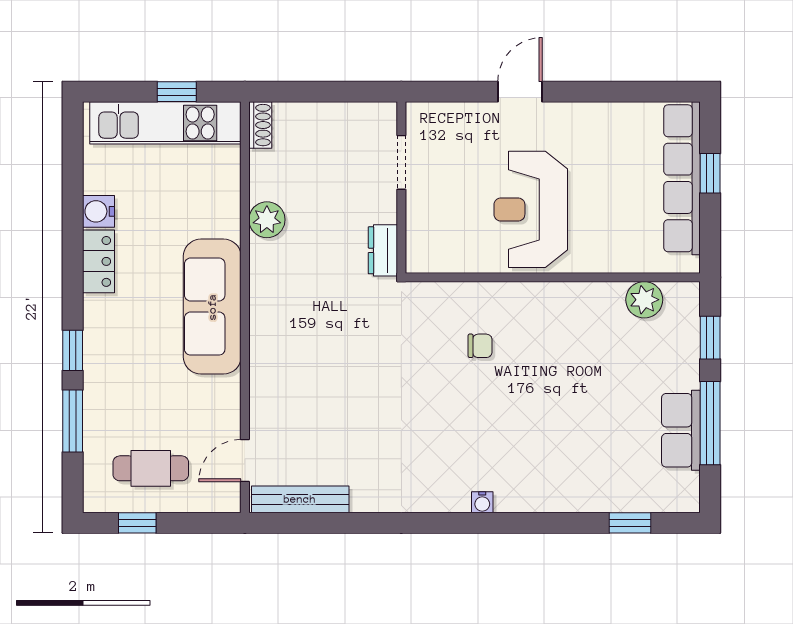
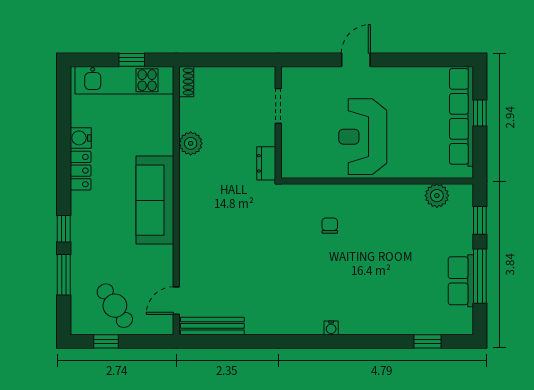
chair: (480, 346) -> (330, 226), turned -90
cafe table: (151, 468) -> (115, 306), turned 56

